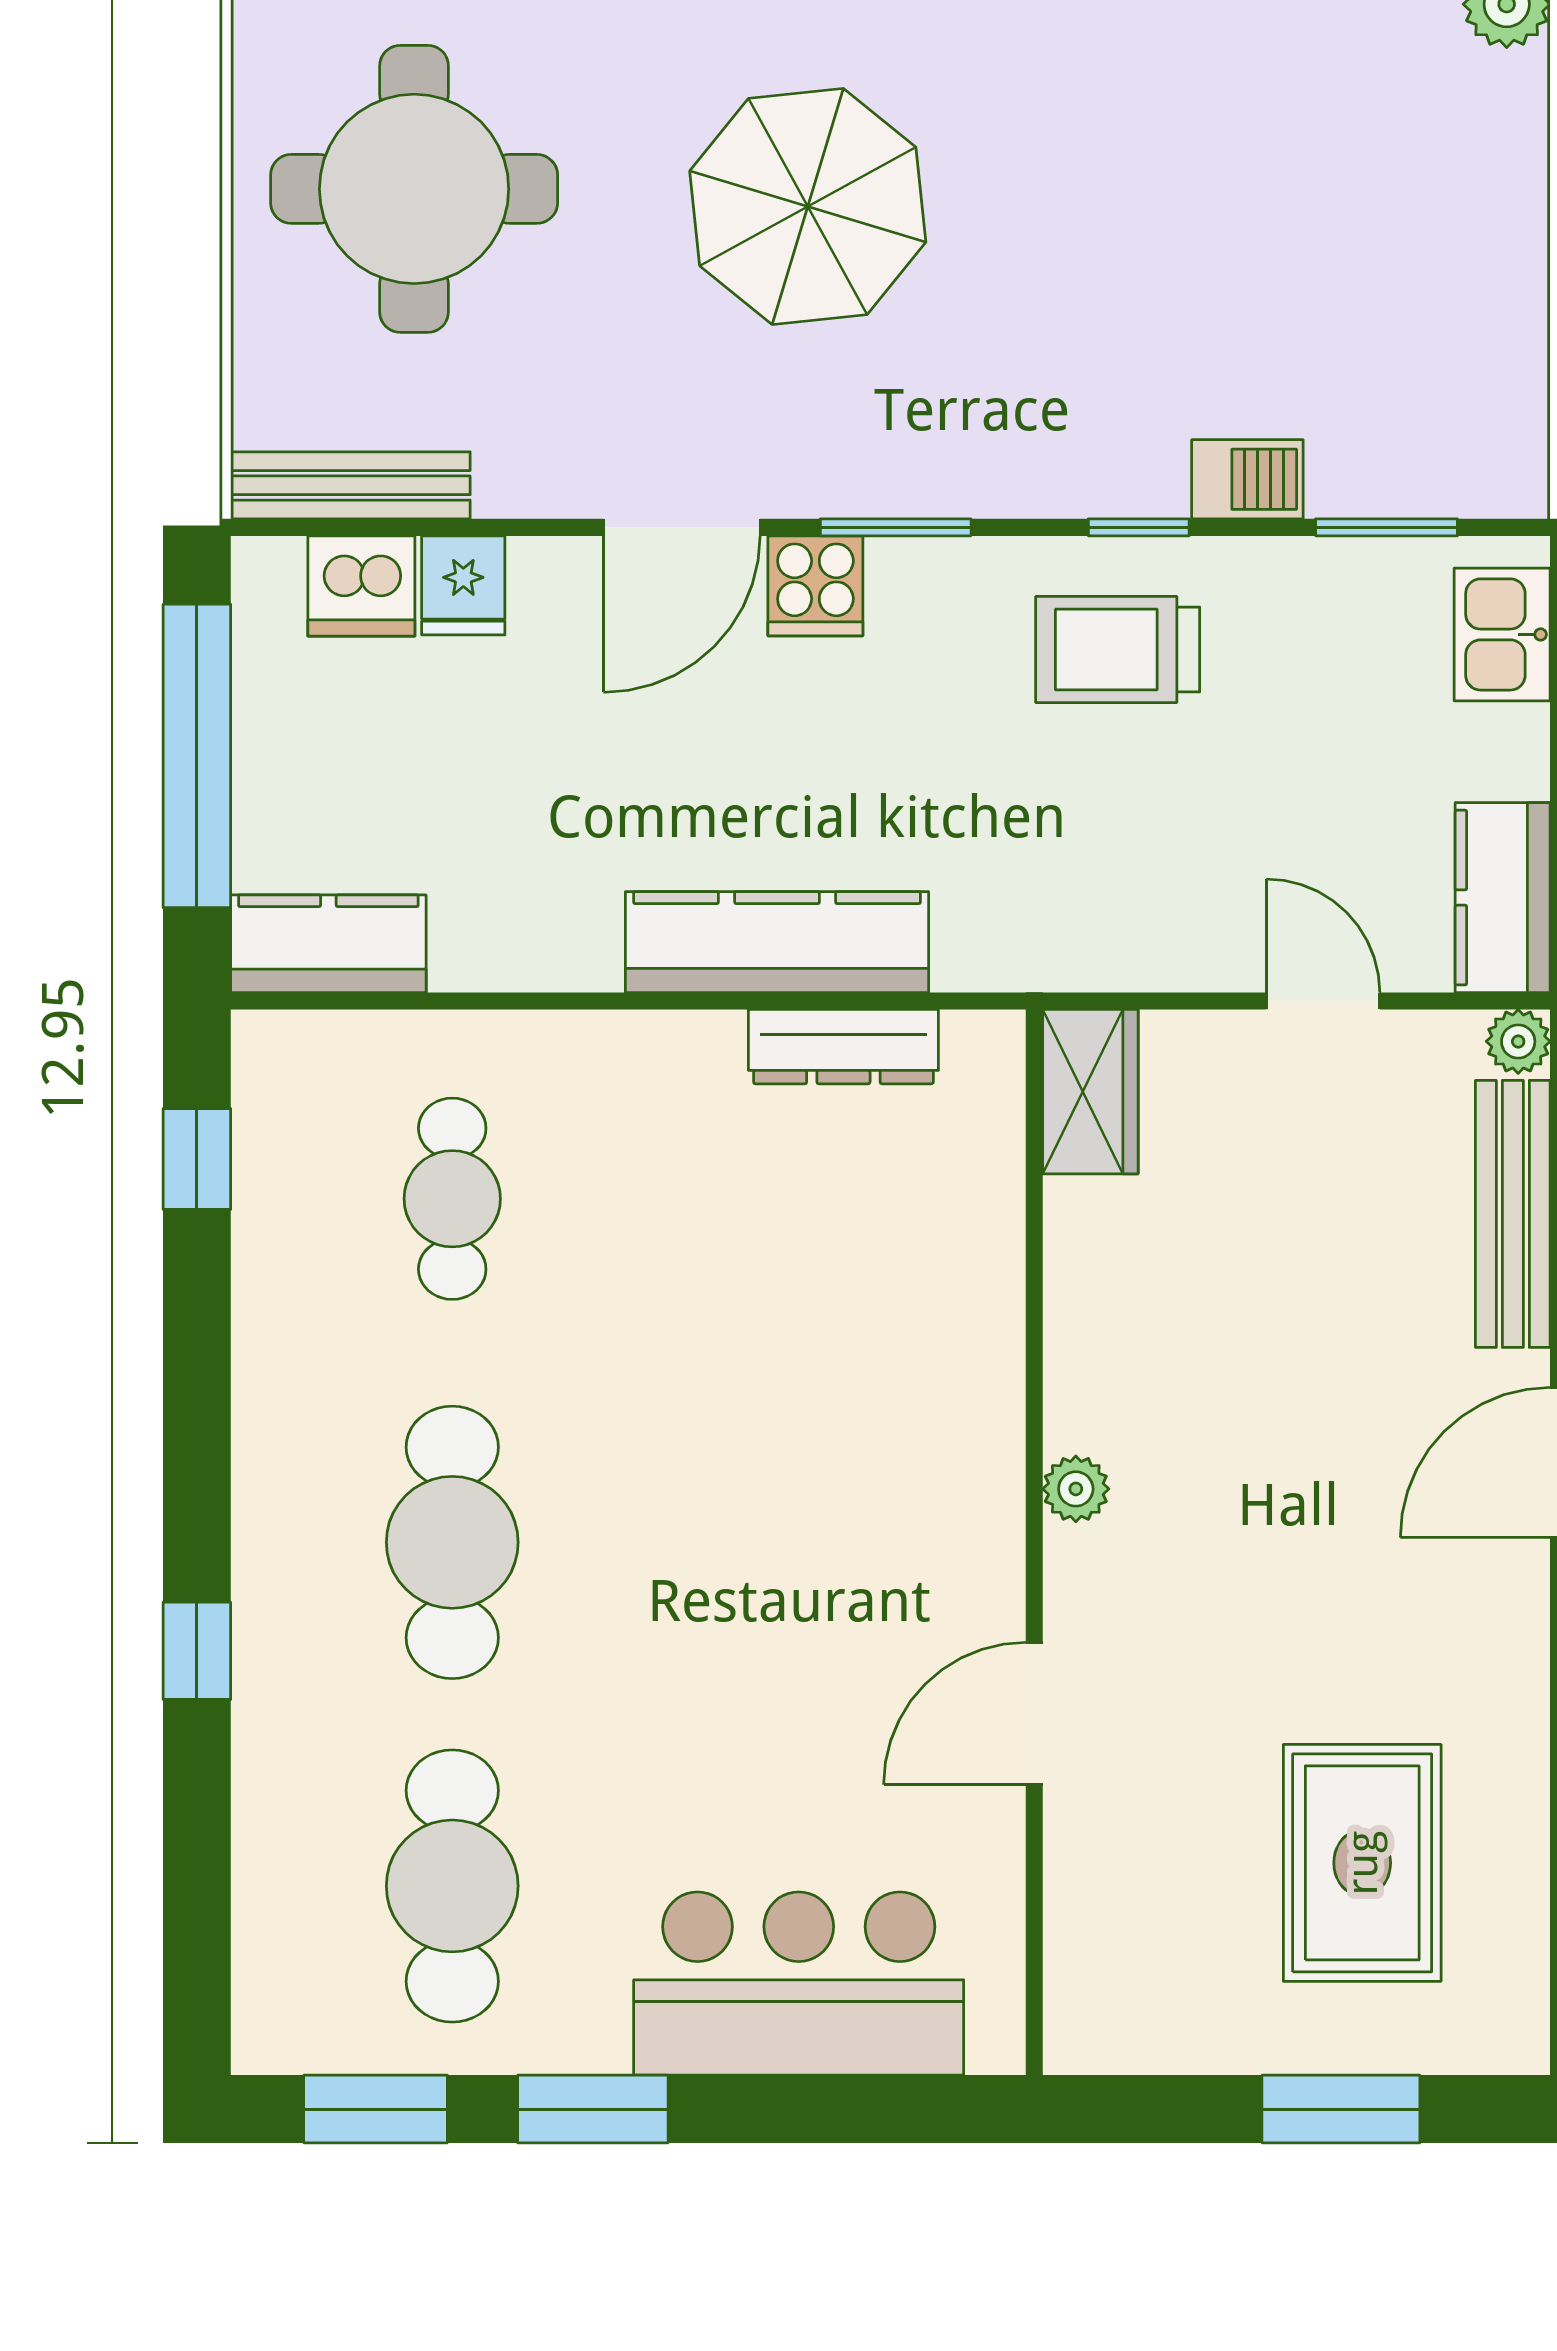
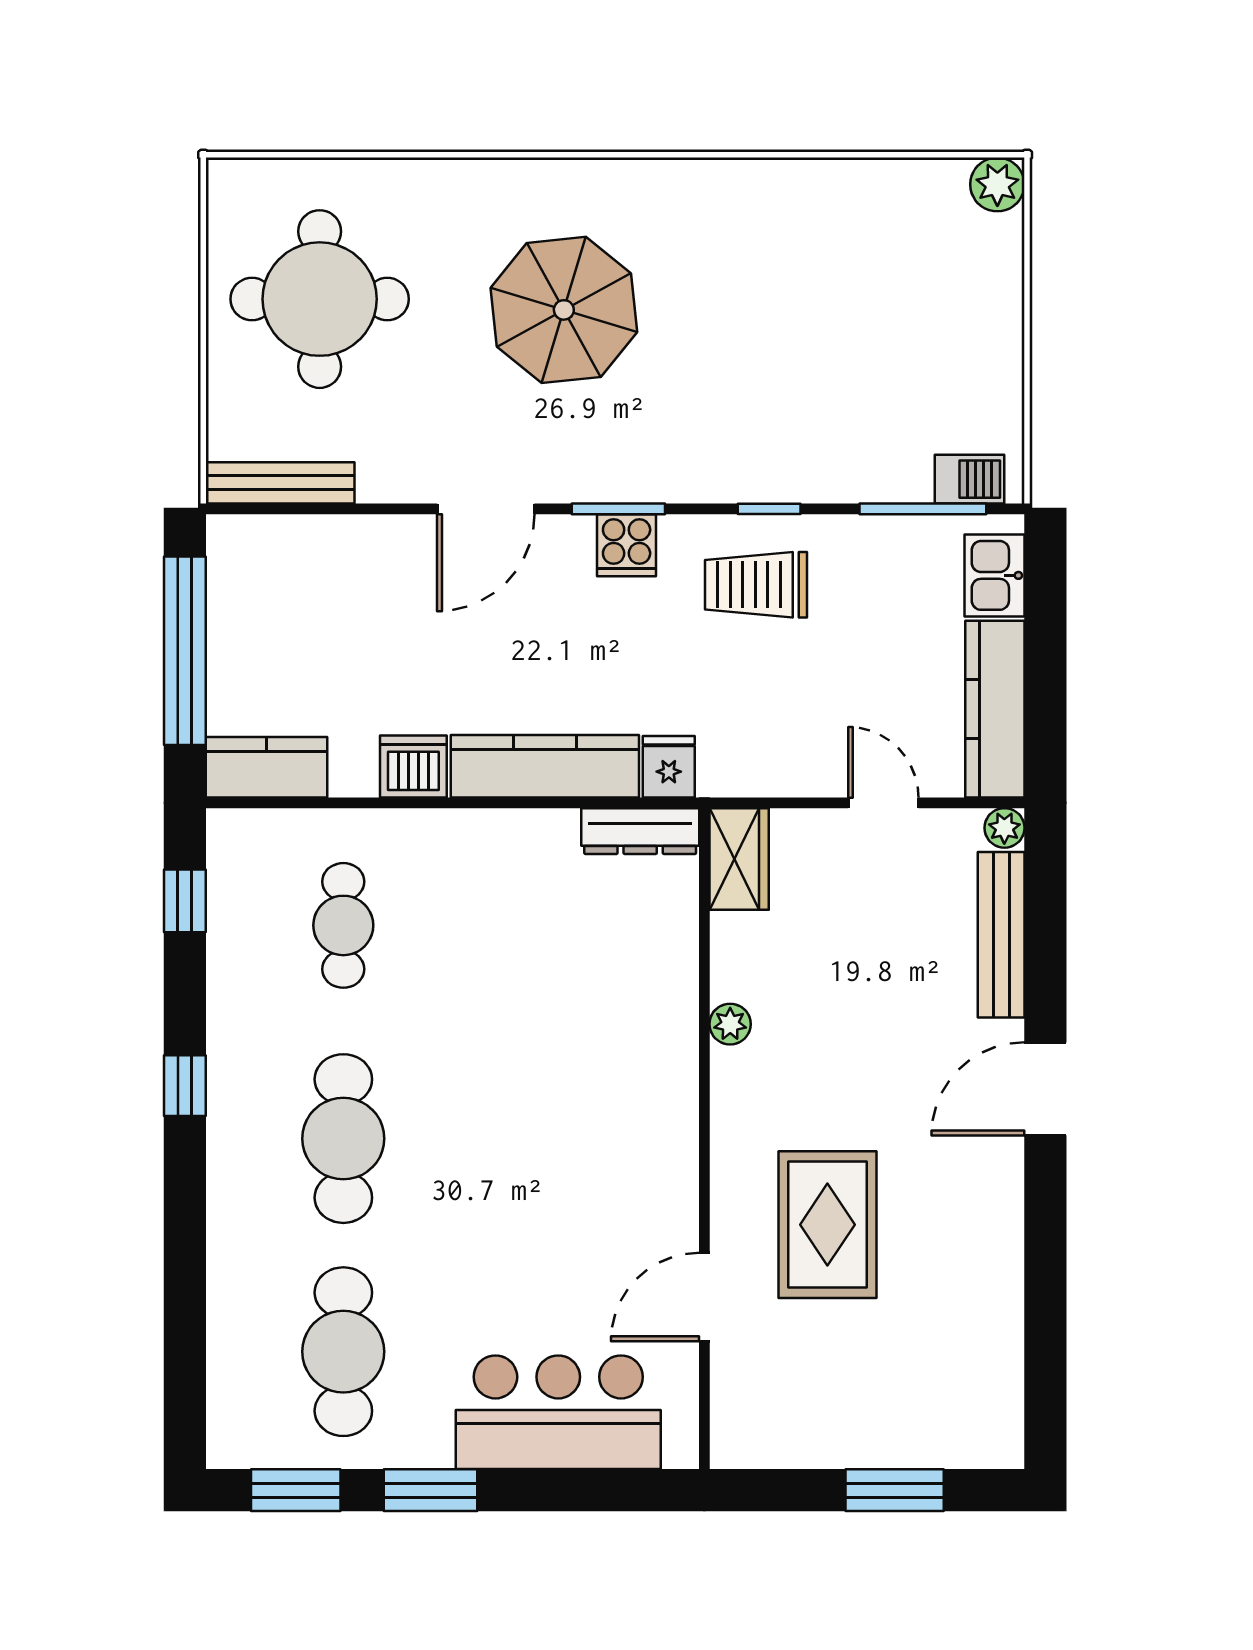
barbecue: (1247, 479) -> (969, 479), moved
window: (1387, 527) -> (923, 509), width x1.44
fridge: (463, 585) -> (669, 767), moved, turned 180
dishwasher: (361, 586) -> (413, 766), moved, turned 180
cooker: (815, 586) -> (627, 545), moved
kitchen counter: (1503, 898) -> (995, 709), width x1.50
dresser: (843, 1047) -> (640, 831), moved
plant: (1076, 1489) -> (730, 1024), moved
window: (197, 1651) -> (185, 1086), moved
door: (1034, 1713) -> (704, 1297), moved
rug: (1362, 1863) -> (827, 1225), moved

